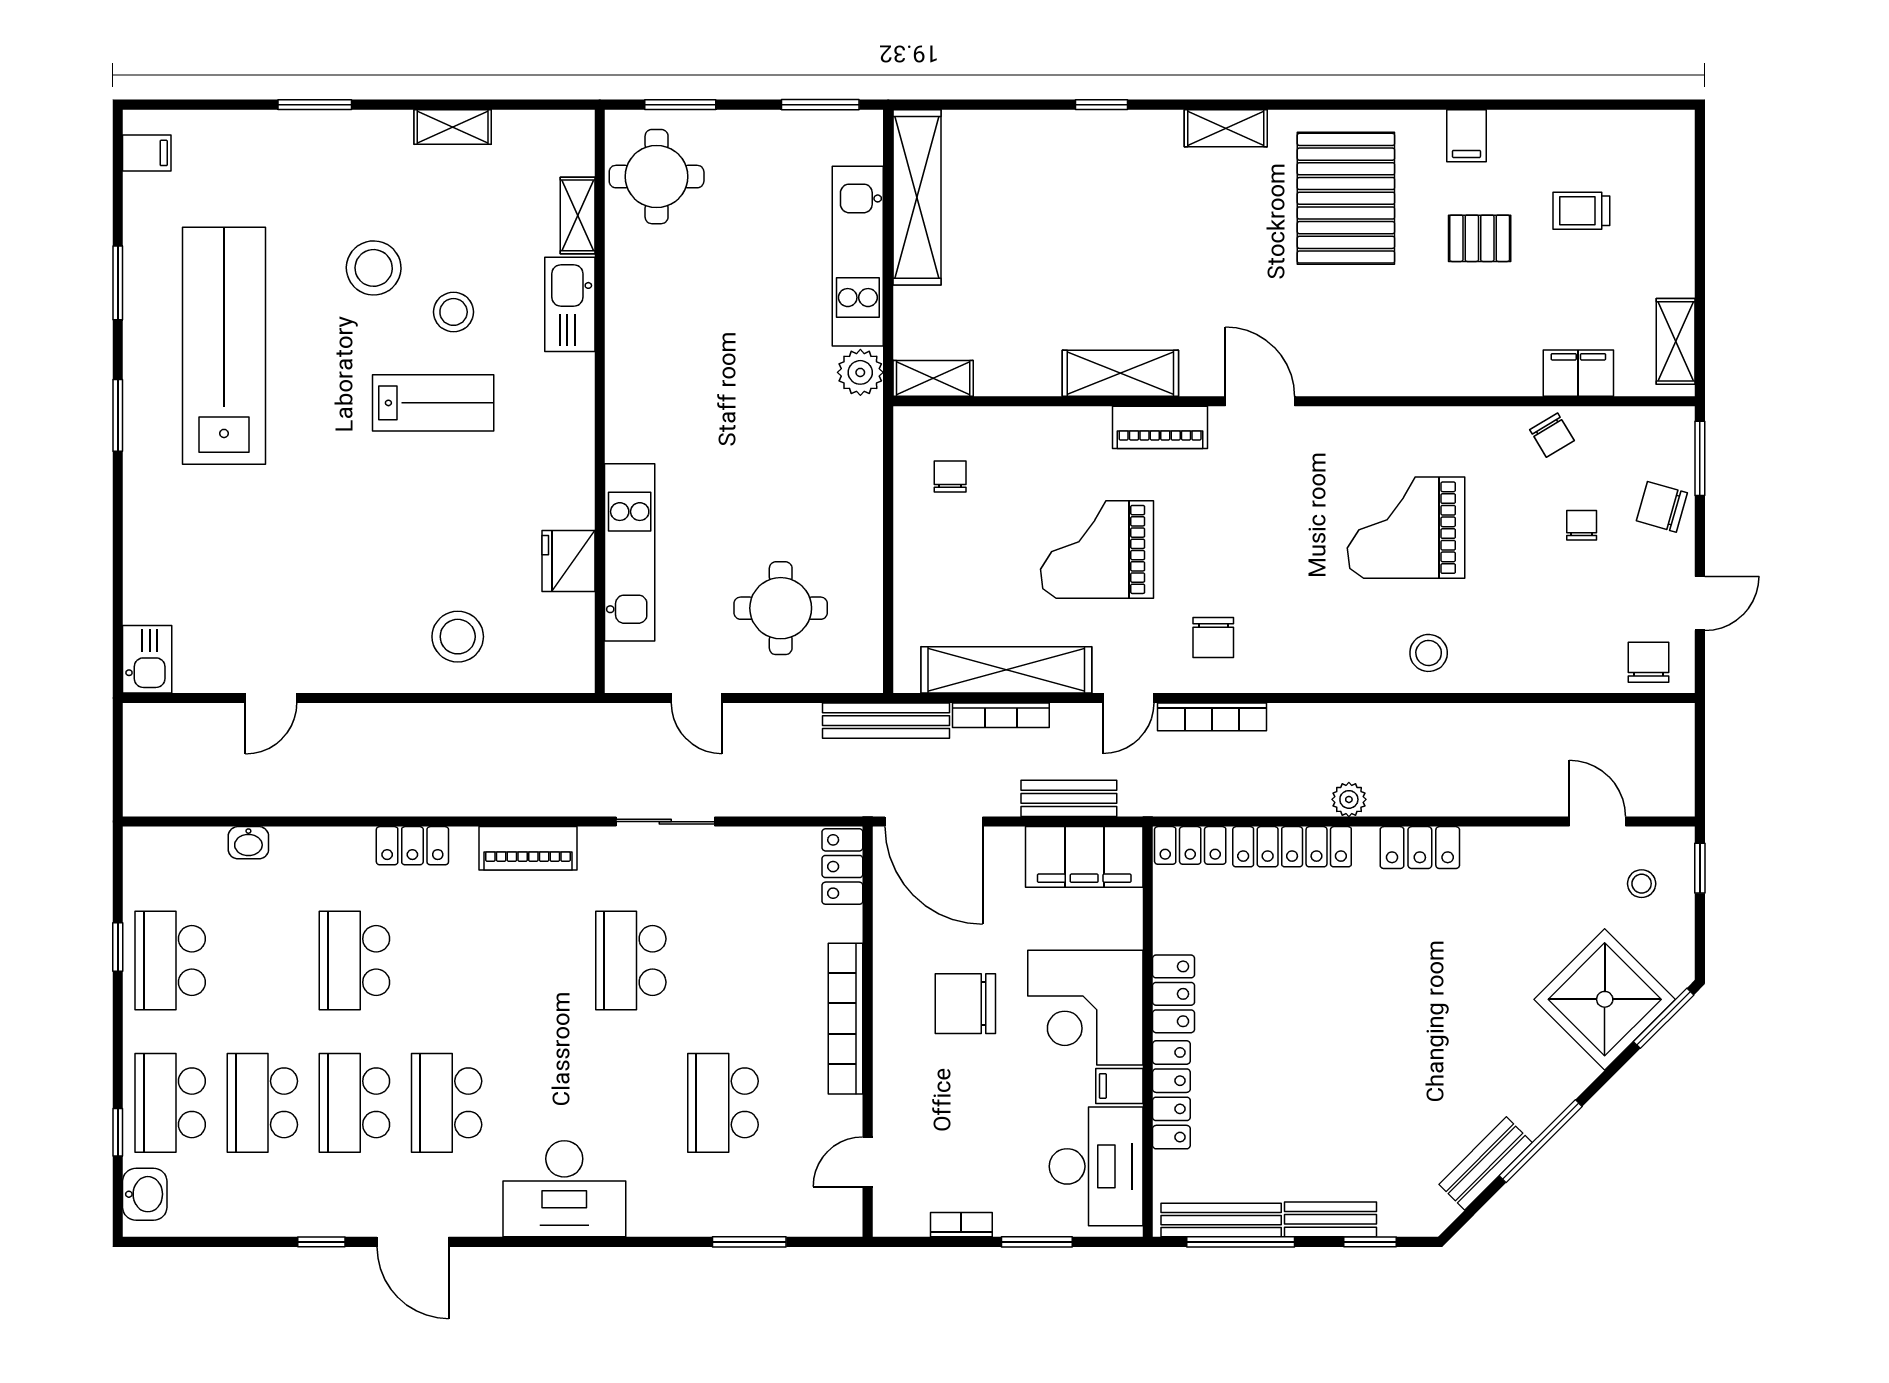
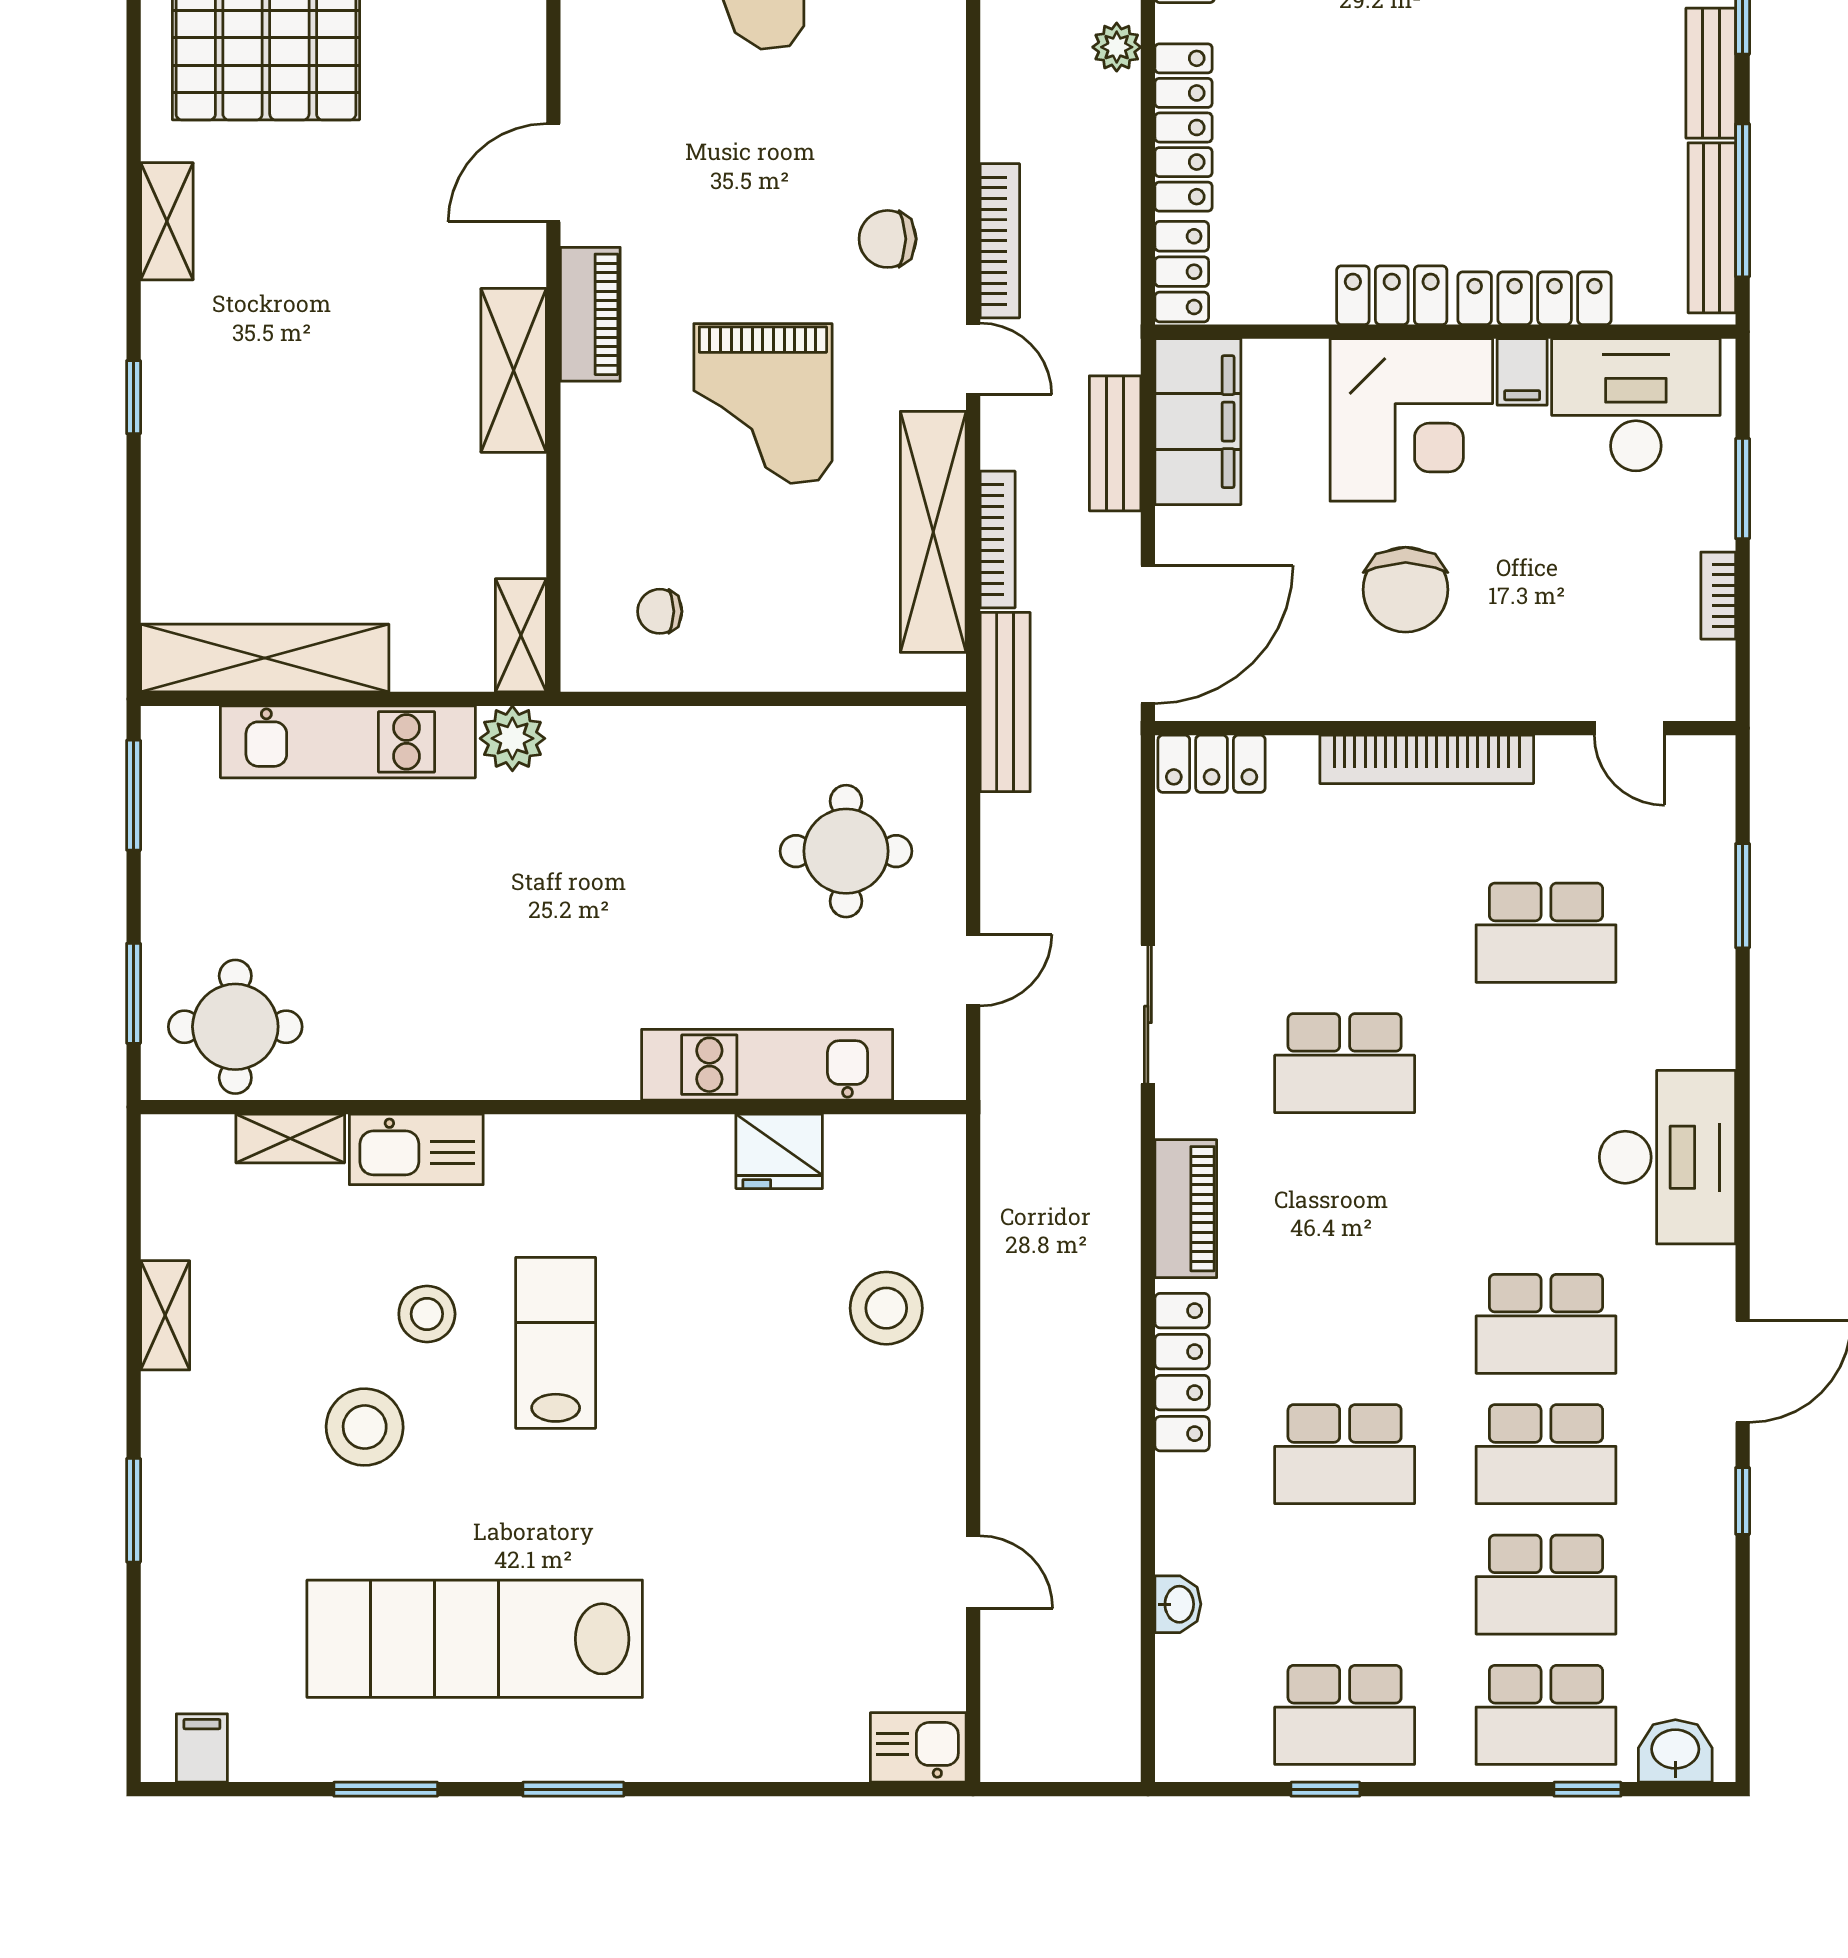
chair: (1213, 638) -> (888, 239), turned 180
locker: (412, 846) -> (1182, 1372), width x1.53

